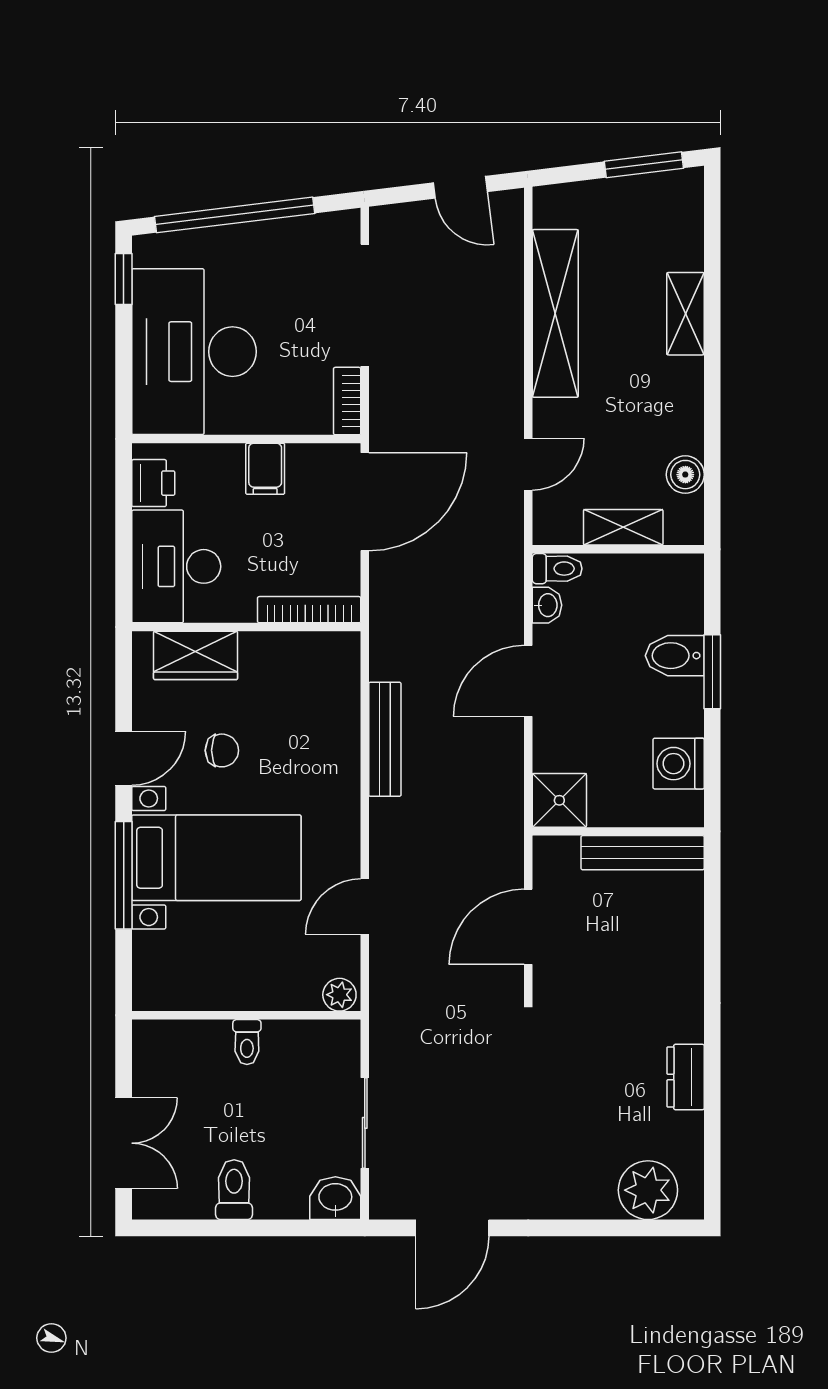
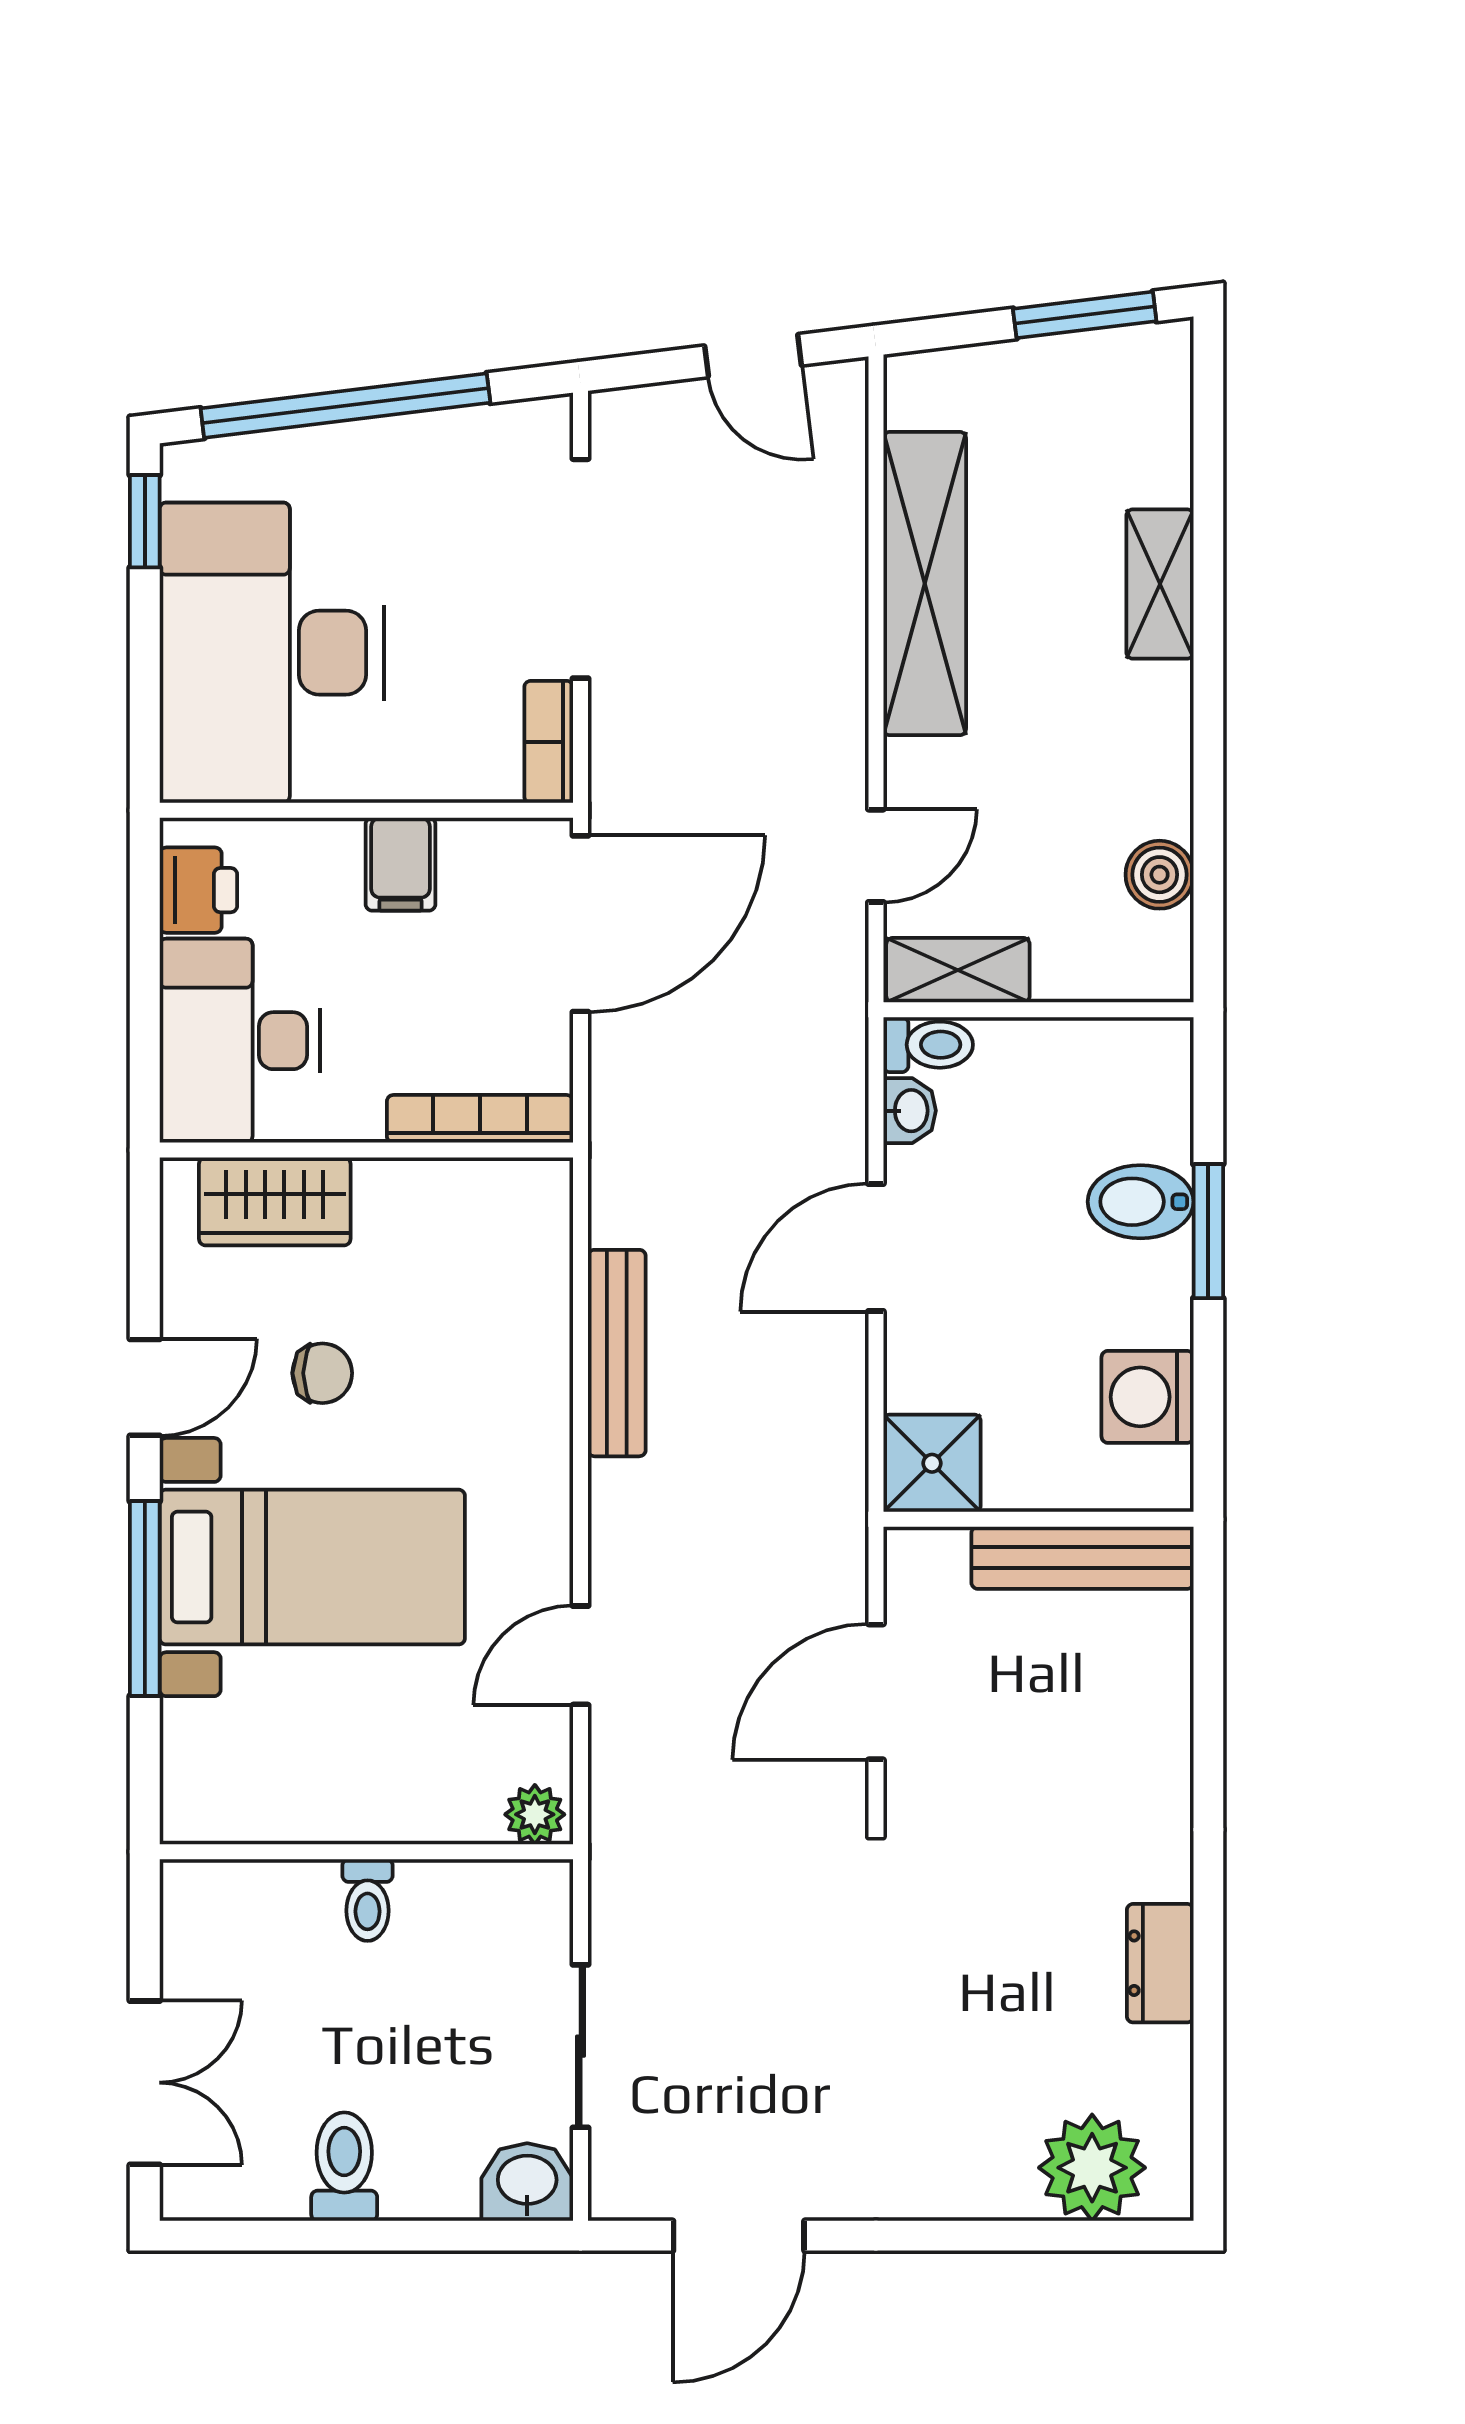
shelving: (623, 527) -> (958, 970), moved

